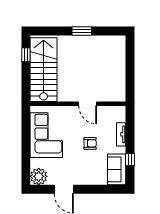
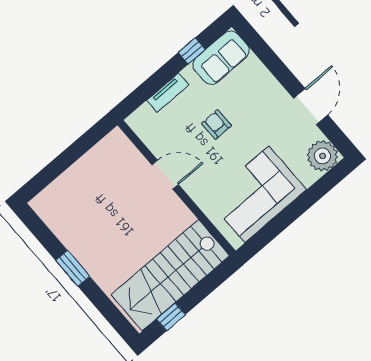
door: (88, 104) -> (165, 175), hinge flipped

